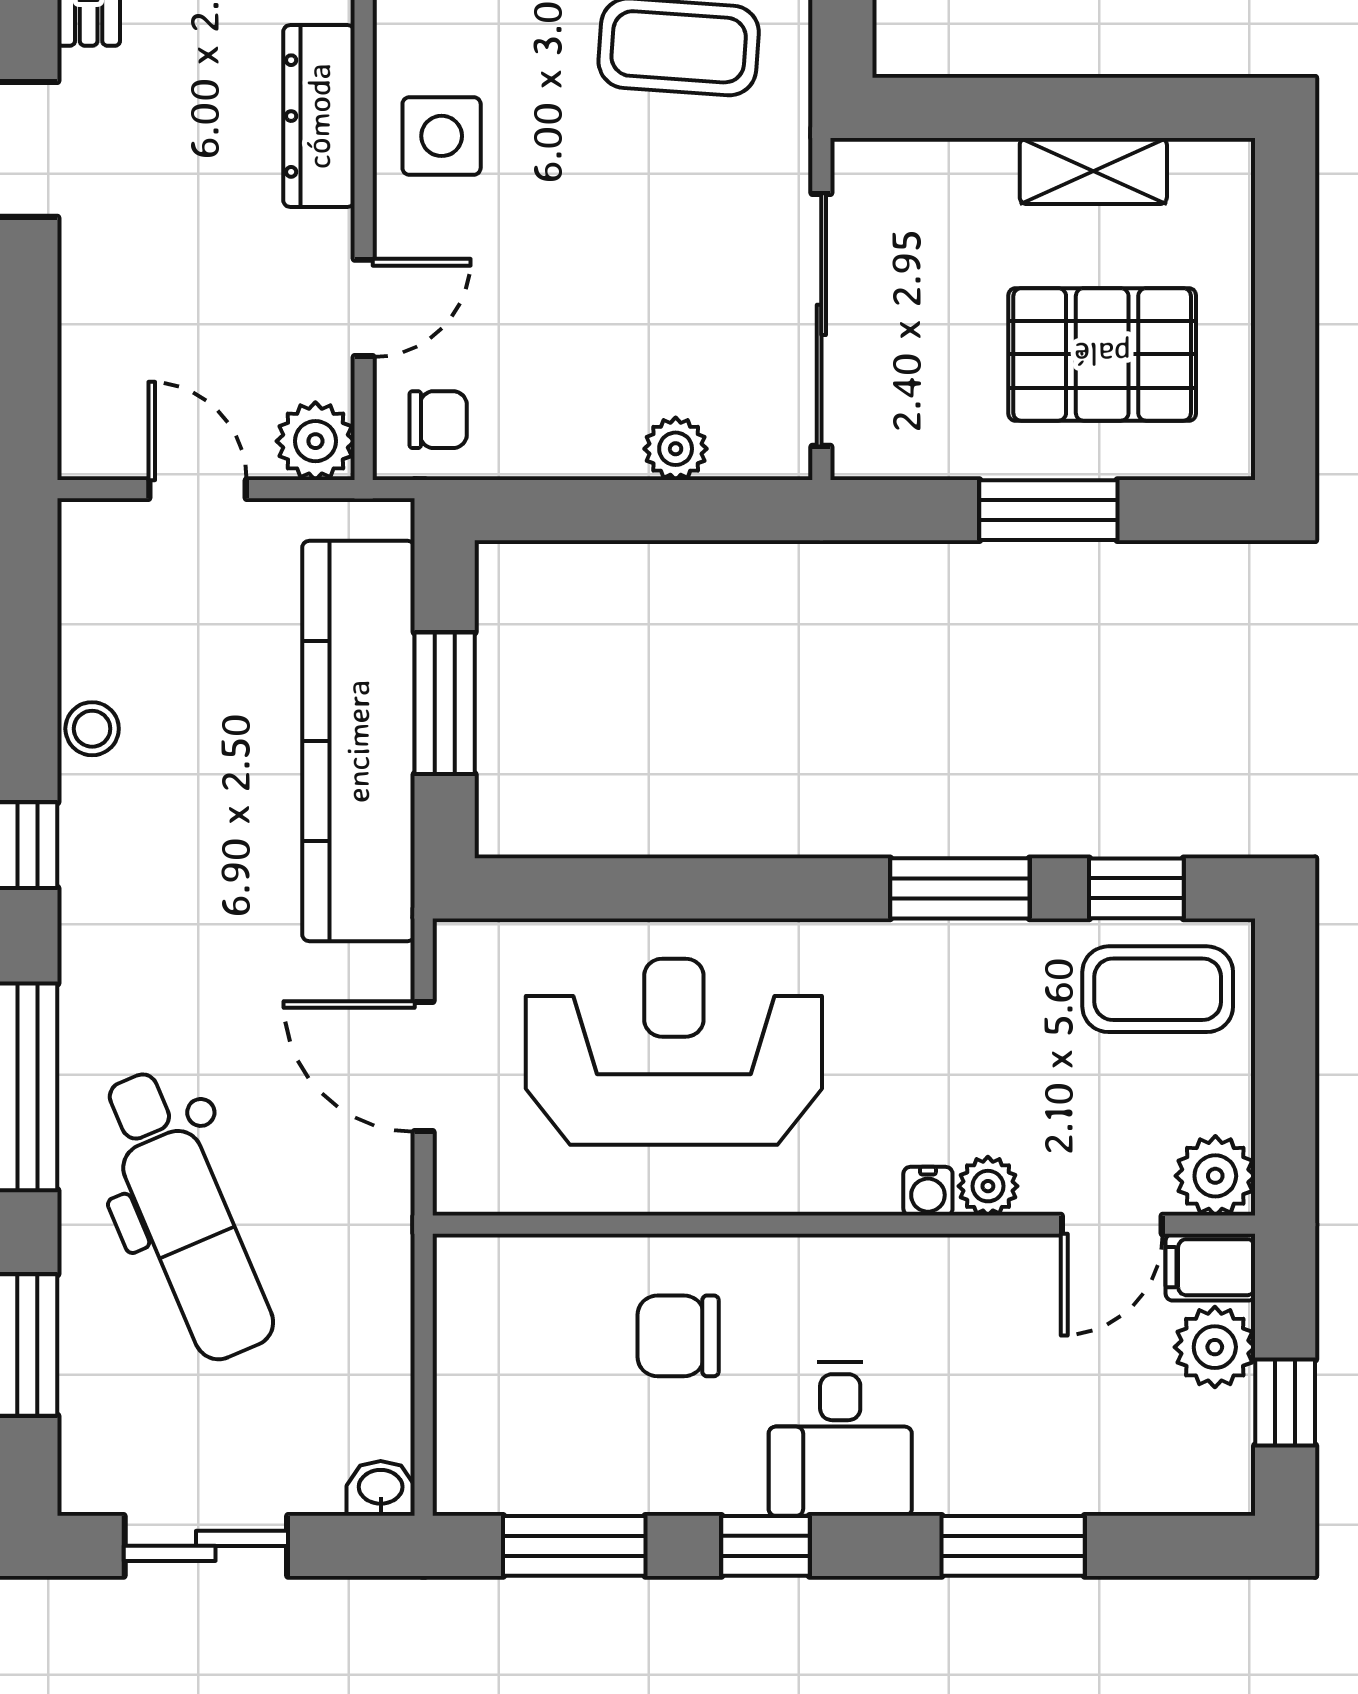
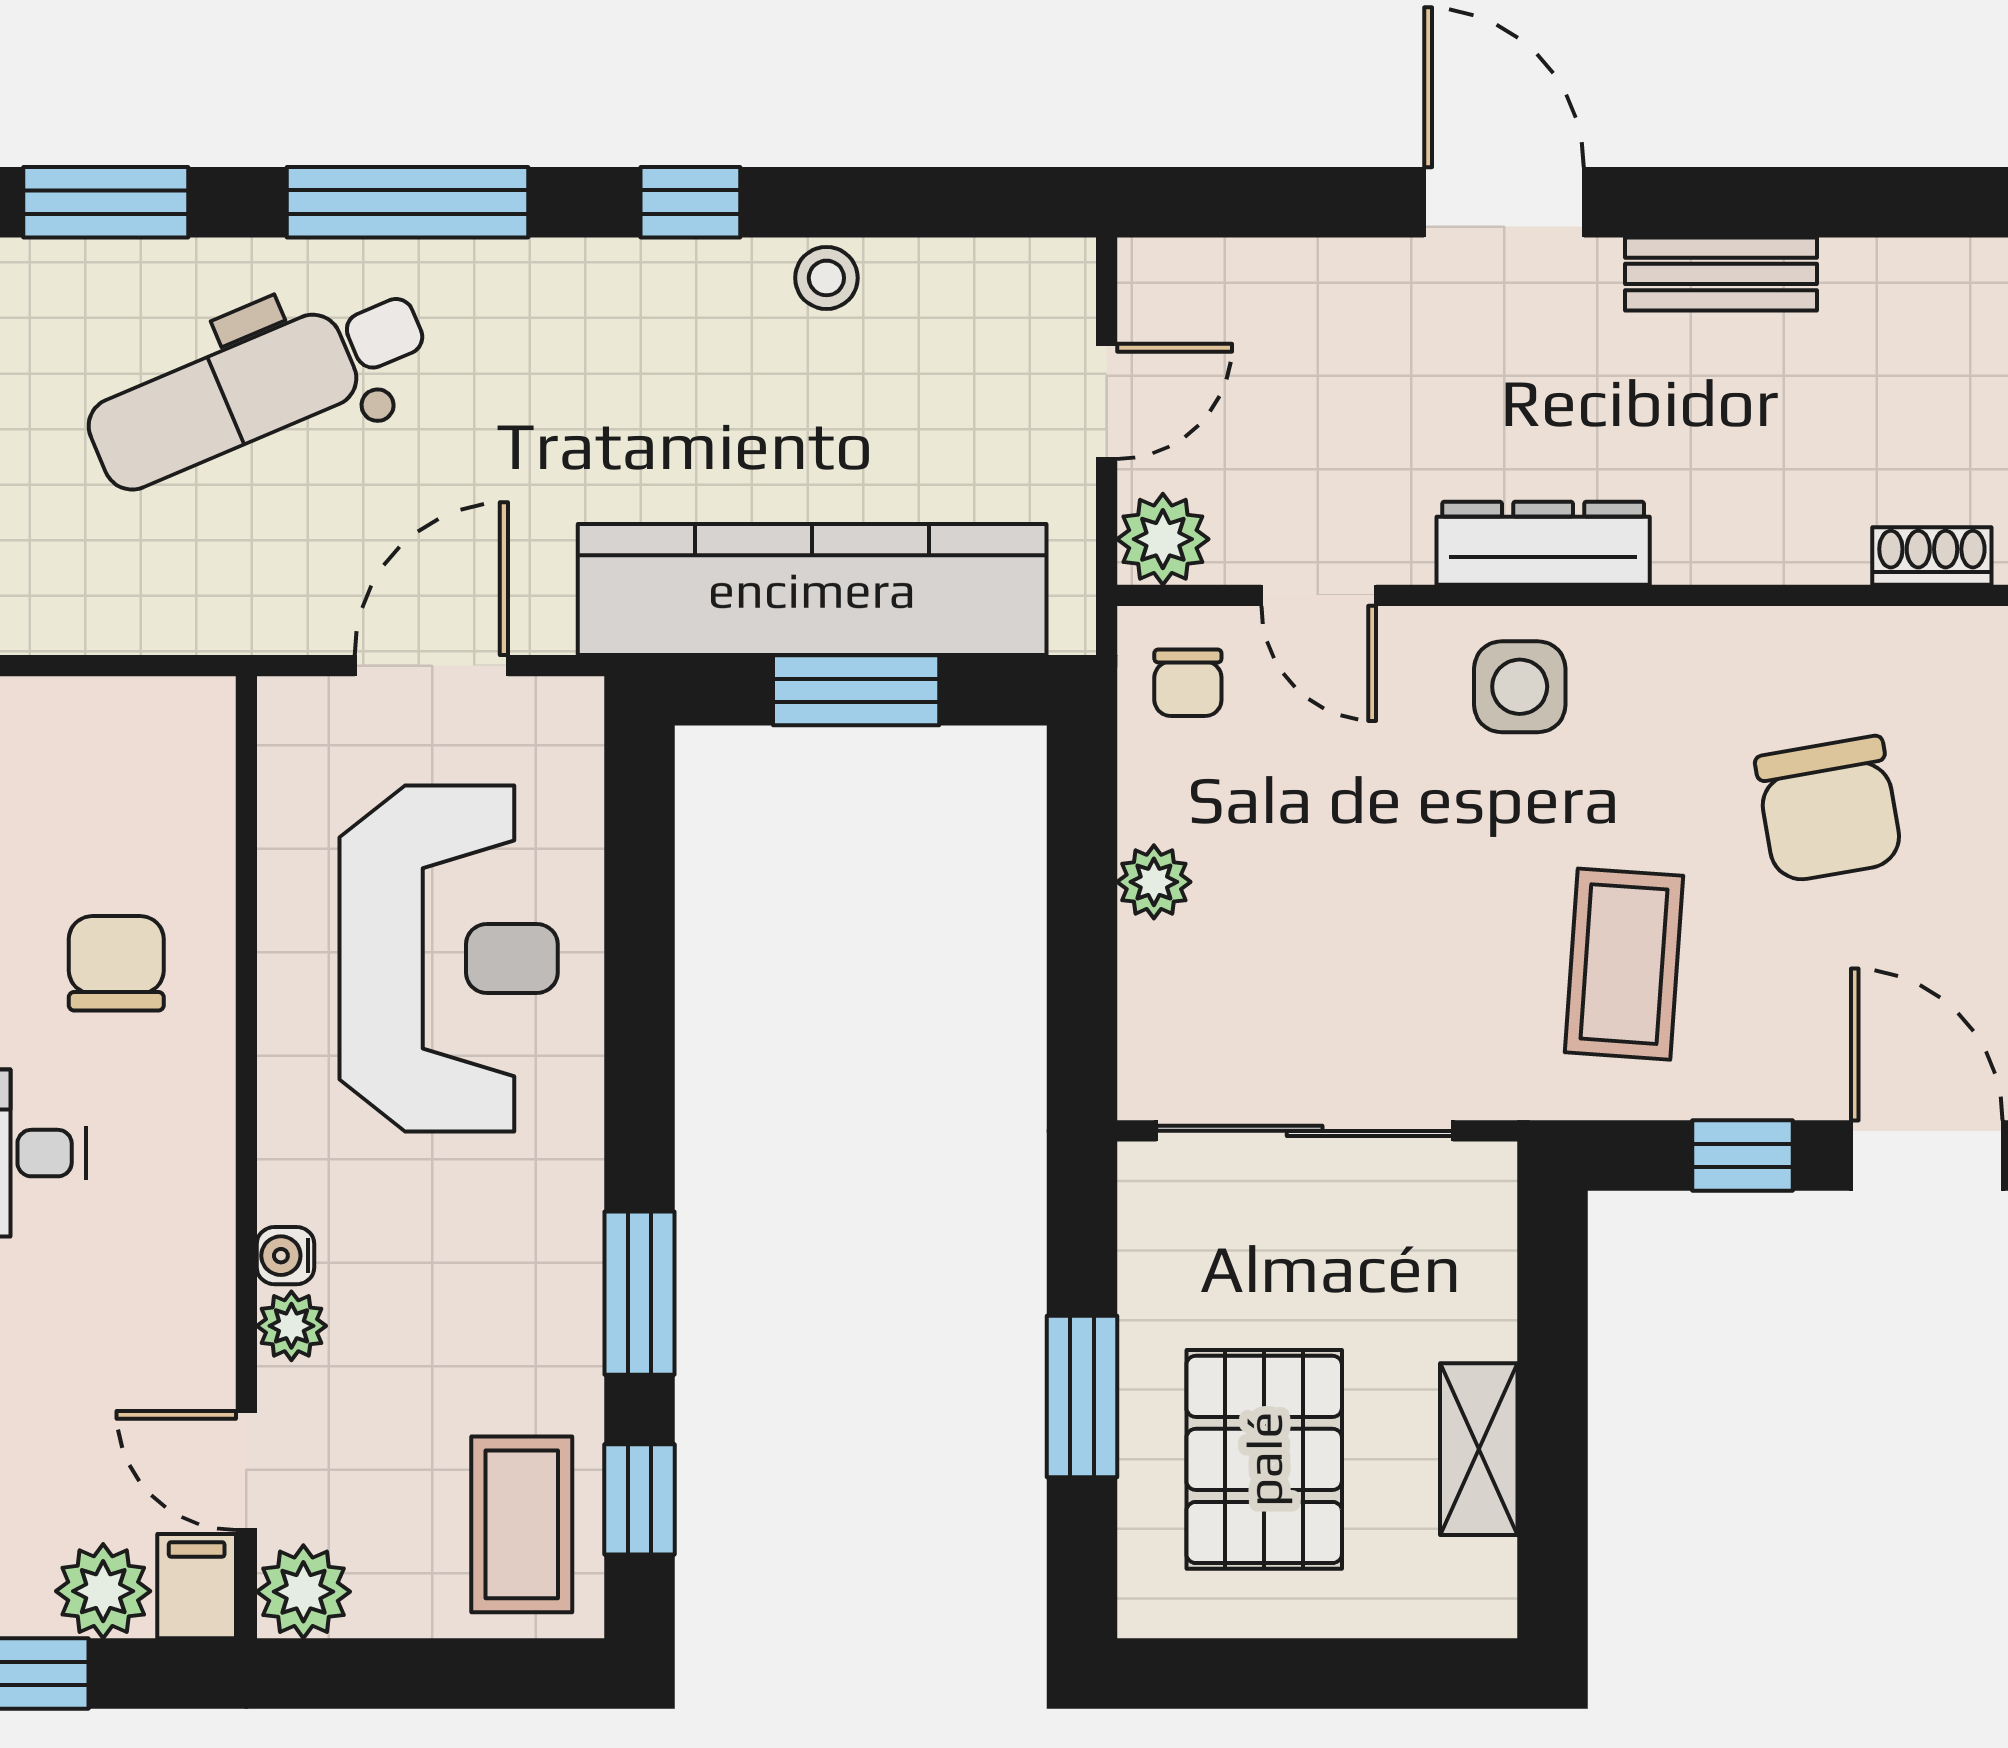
plant: (676, 449) -> (1154, 882), moved

